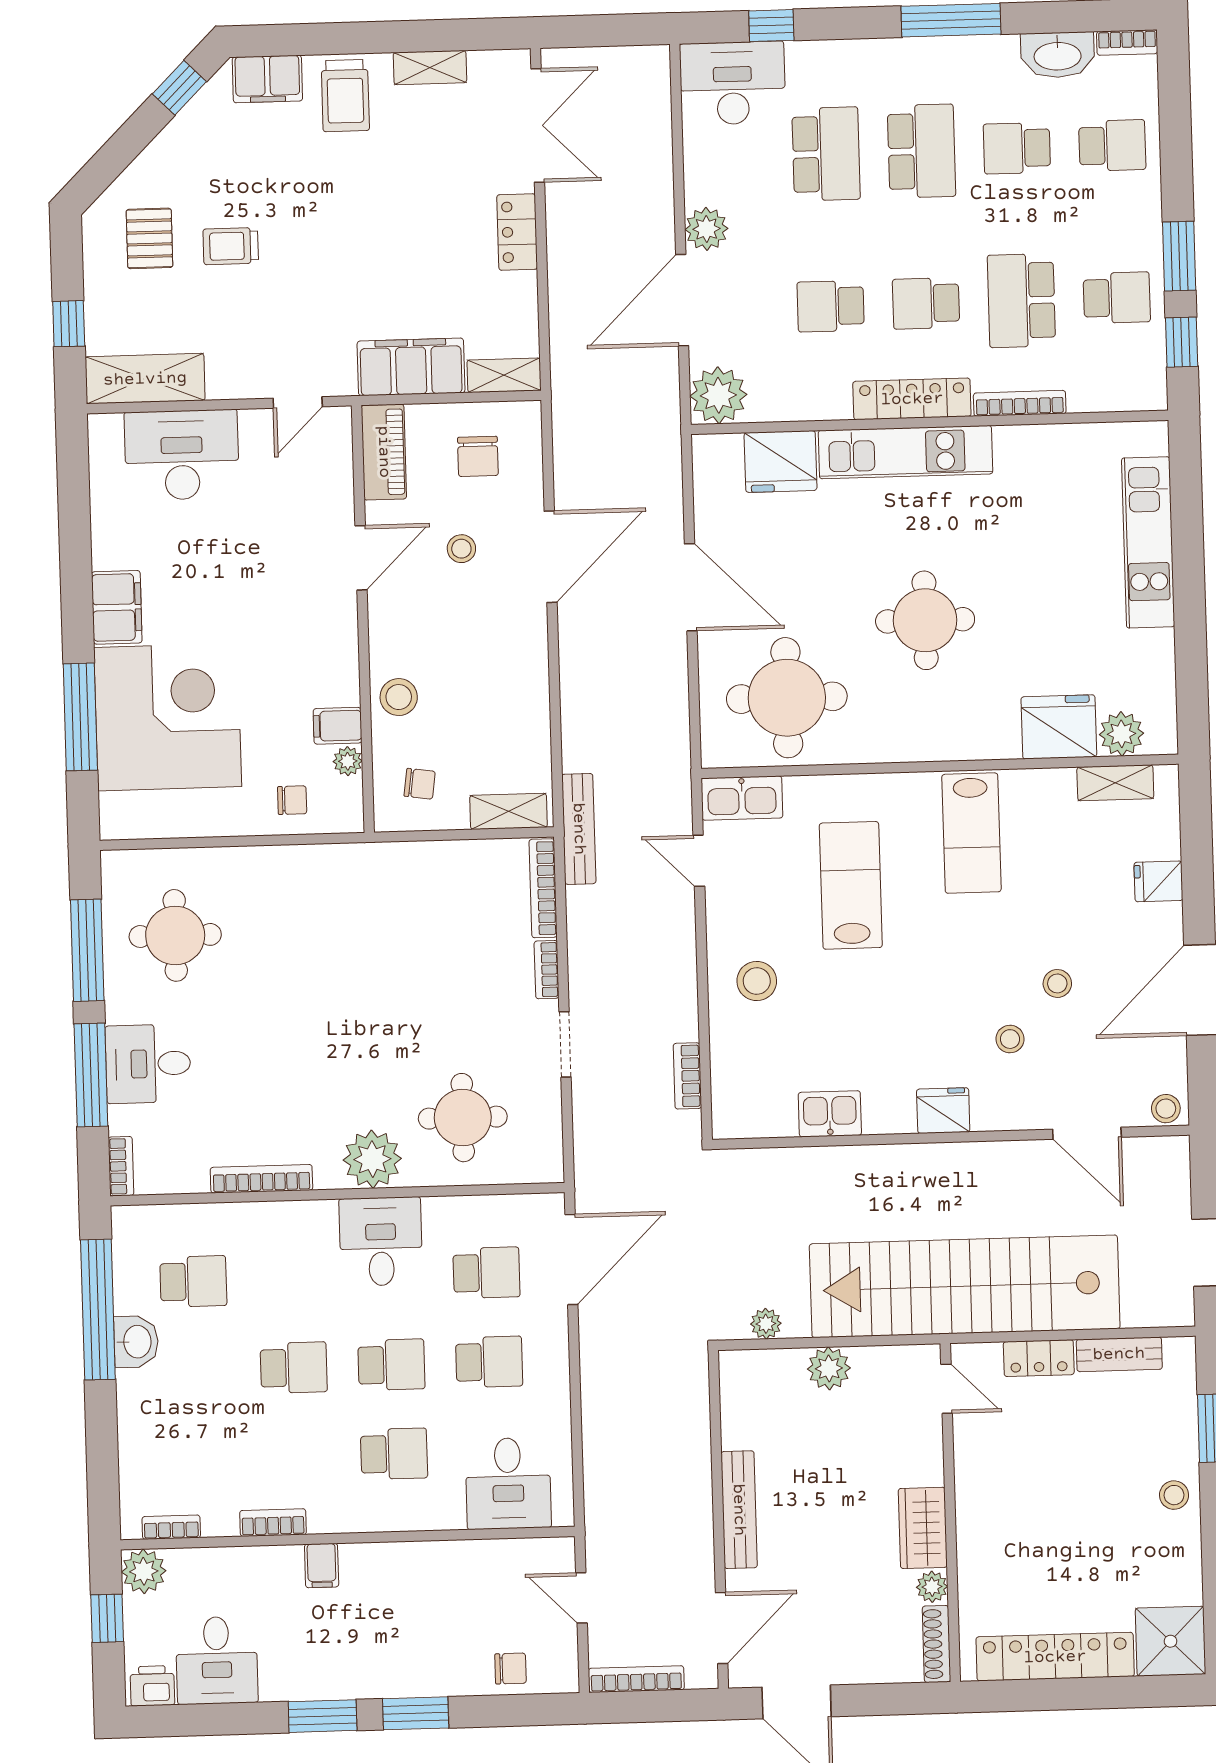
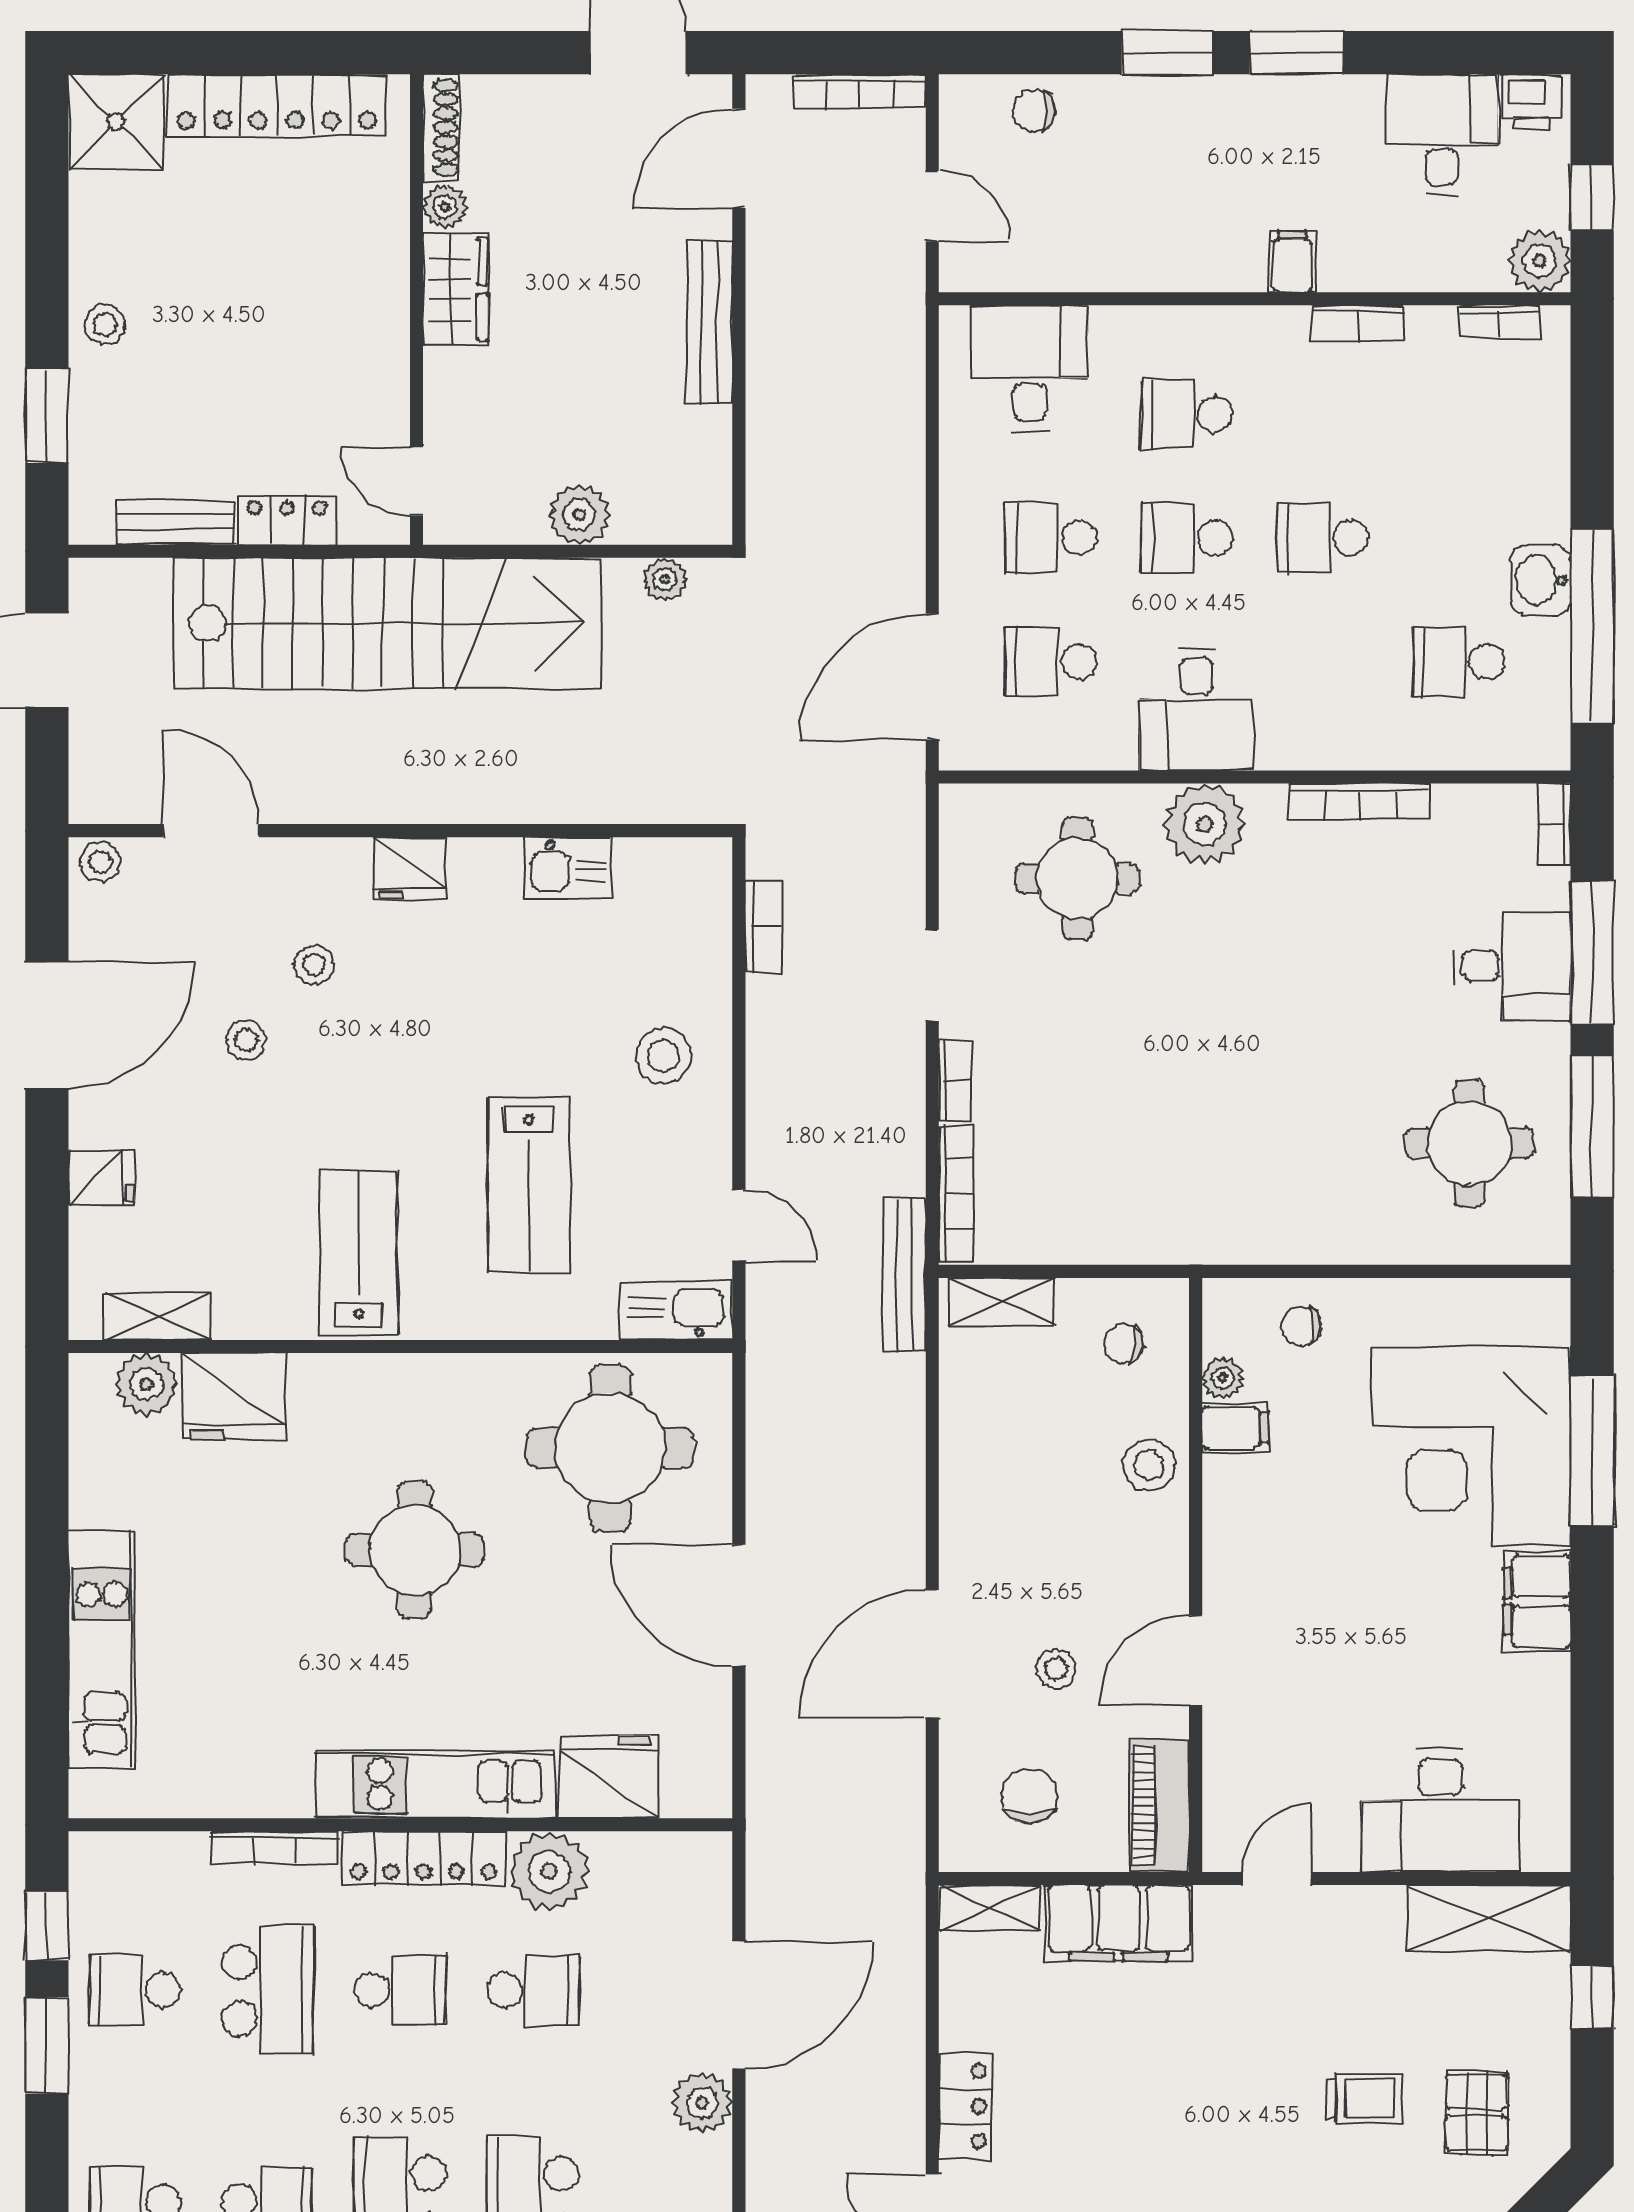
plant: (718, 395) -> (549, 1871), moved

